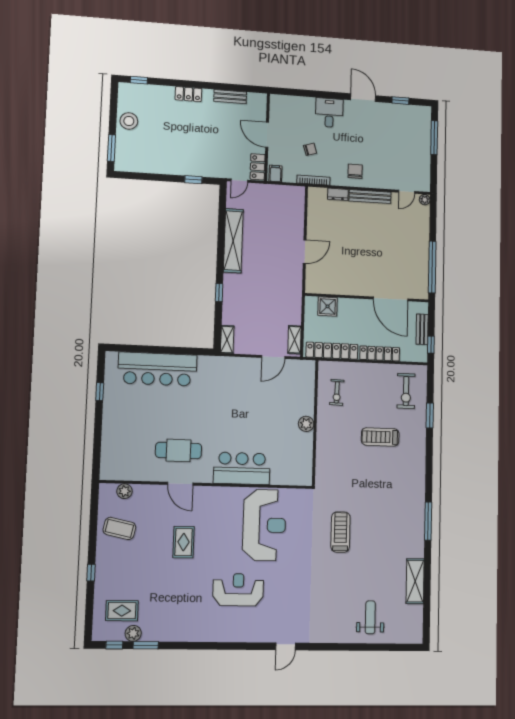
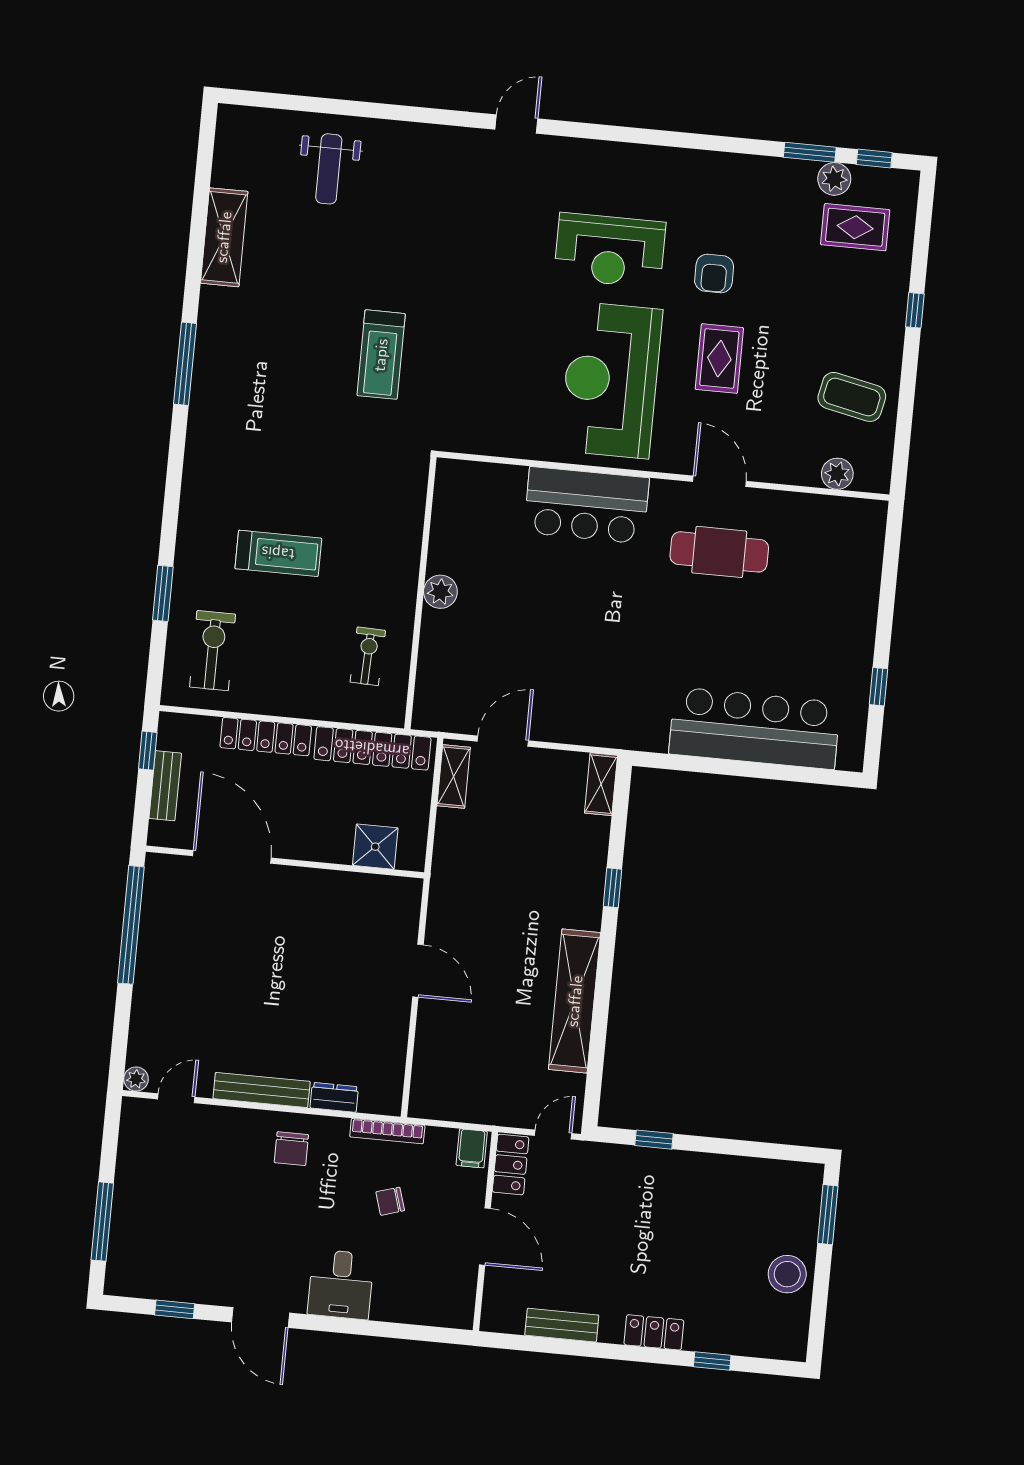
window: (139, 80) -> (712, 1361), moved
door: (305, 252) -> (418, 971), swing flipped
reception desk: (264, 525) -> (611, 380), moved
armchair: (188, 583) -> (714, 274), added

